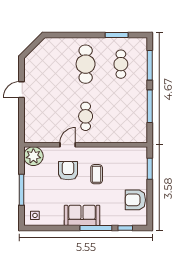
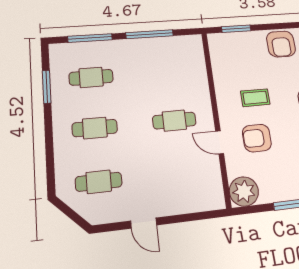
cafe table: (50, 64) -> (99, 182), added
cafe table: (86, 64) -> (95, 128), width x0.73, depth x0.74

